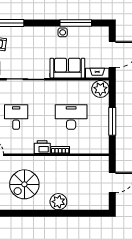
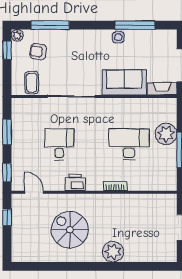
plant: (100, 89) -> (166, 134), moved
printer: (42, 147) -> (75, 183), moved
spiral stairs: (24, 184) -> (70, 230), turned 90

